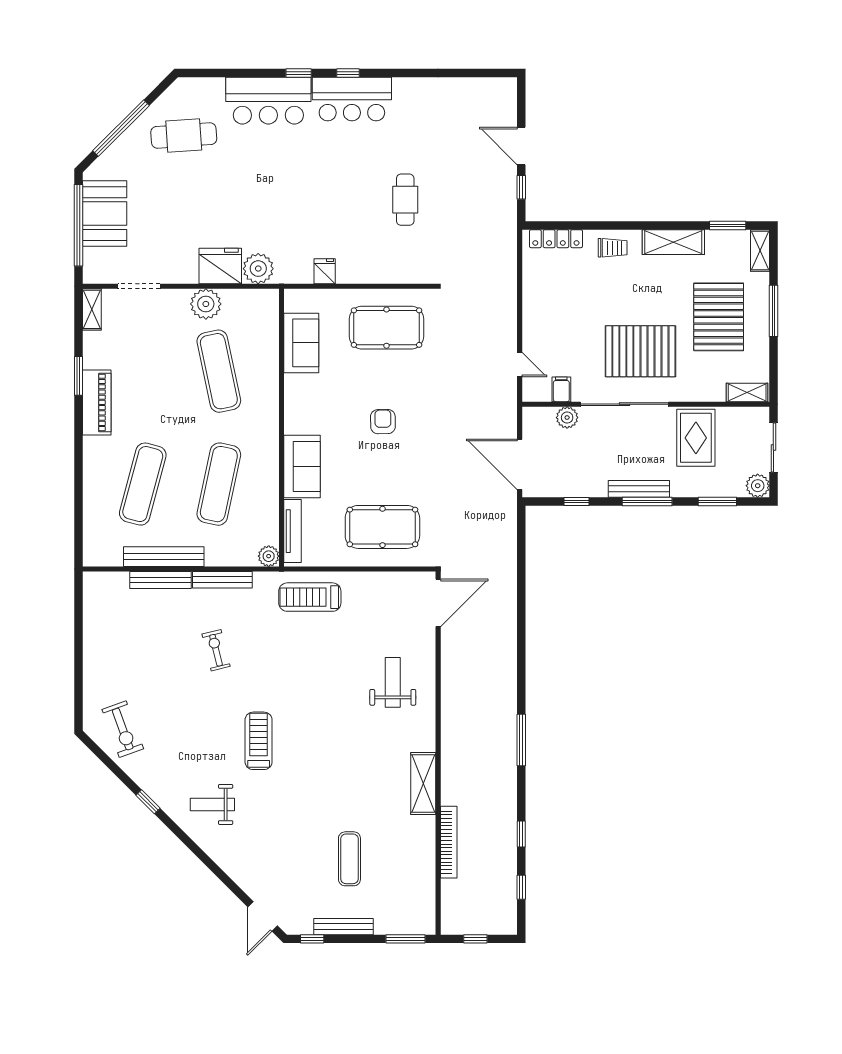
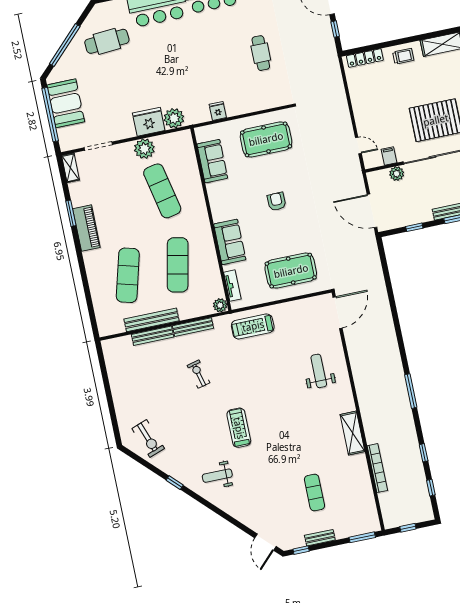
tv unit: (293, 531) -> (232, 286), width x0.71
bench: (344, 927) -> (320, 538), width x0.73

